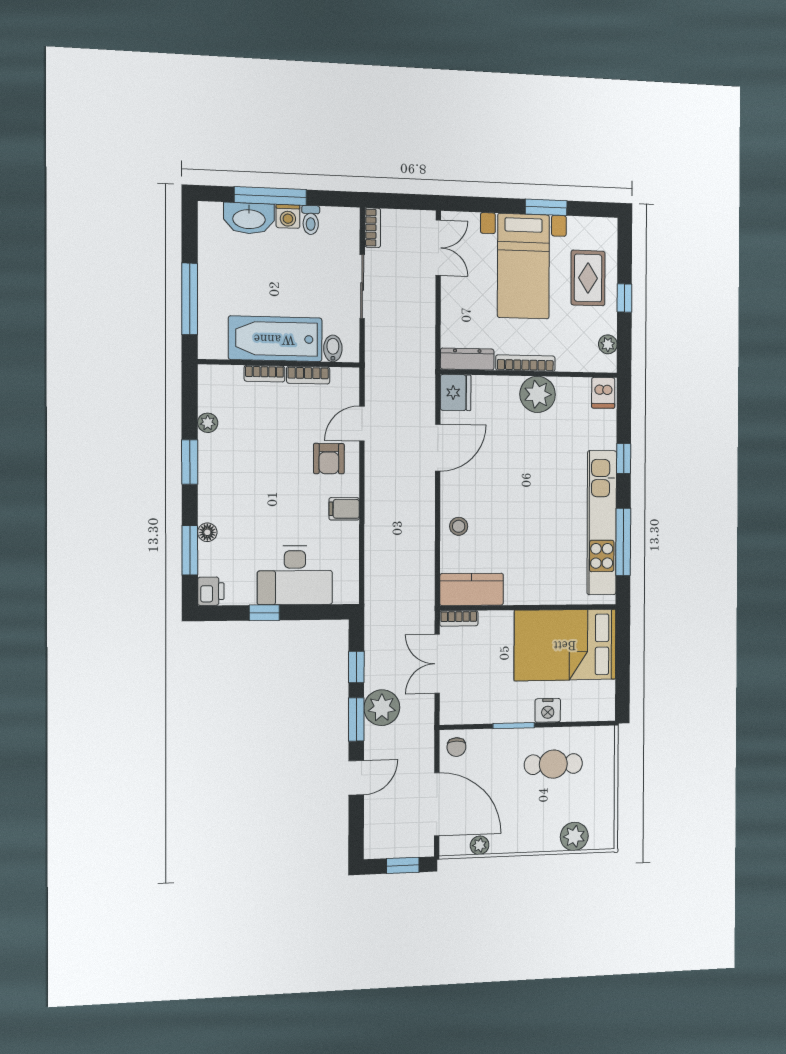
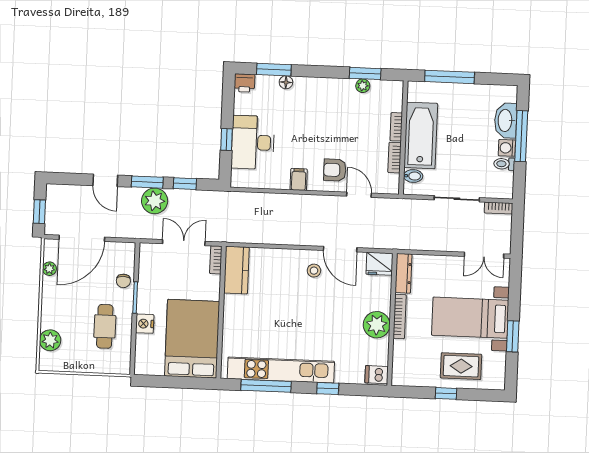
plant: (608, 344) -> (412, 379), removed
window: (190, 462) -> (365, 73), moved
stool: (459, 526) -> (314, 271), moved
window: (264, 613) -> (227, 139), moved
chair: (456, 747) -> (123, 281), moved, turned -90

